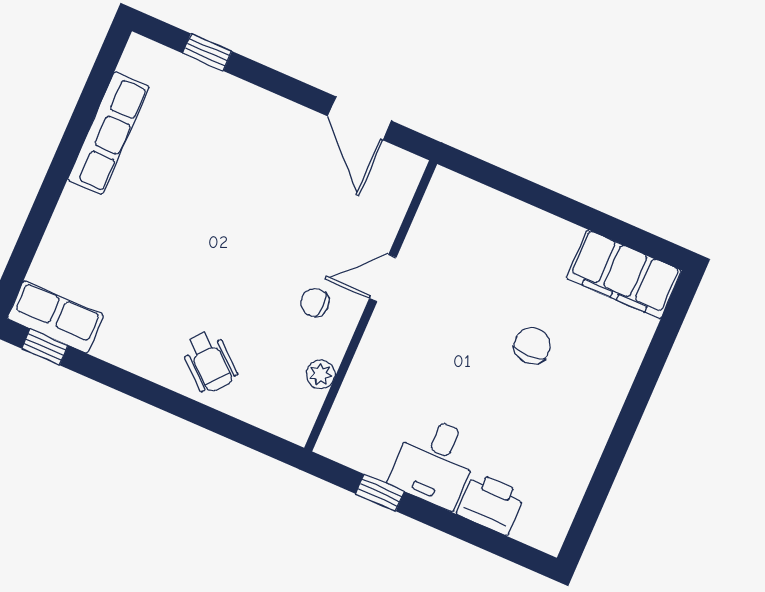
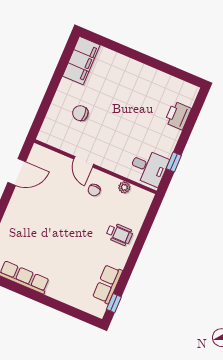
row of seats: (55, 317) -> (107, 284), moved
chair: (532, 346) -> (80, 113), moved
wheelchair: (209, 361) -> (119, 234), turned 49
desk: (435, 462) -> (149, 167), moved

